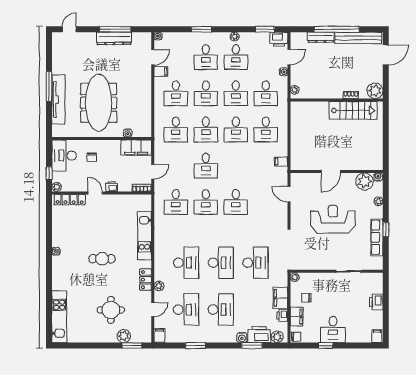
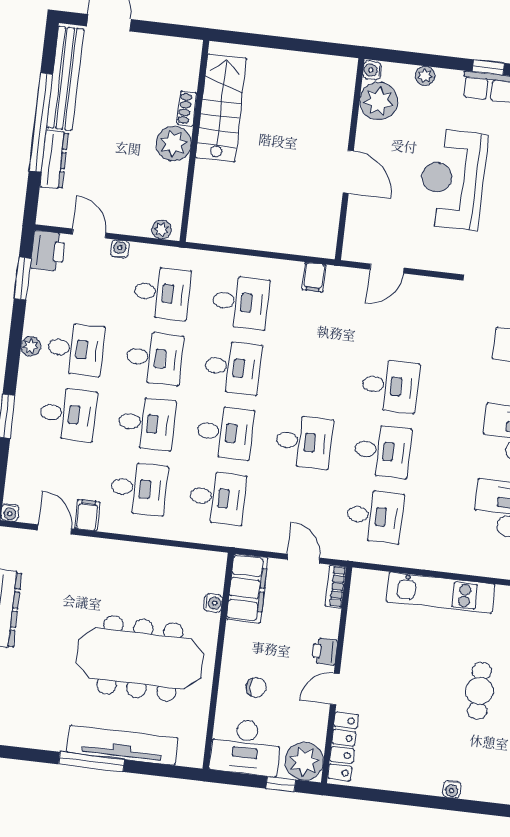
plant: (375, 91) -> (174, 144), moved
plant: (57, 187) -> (304, 761), width x1.87, depth x1.87

